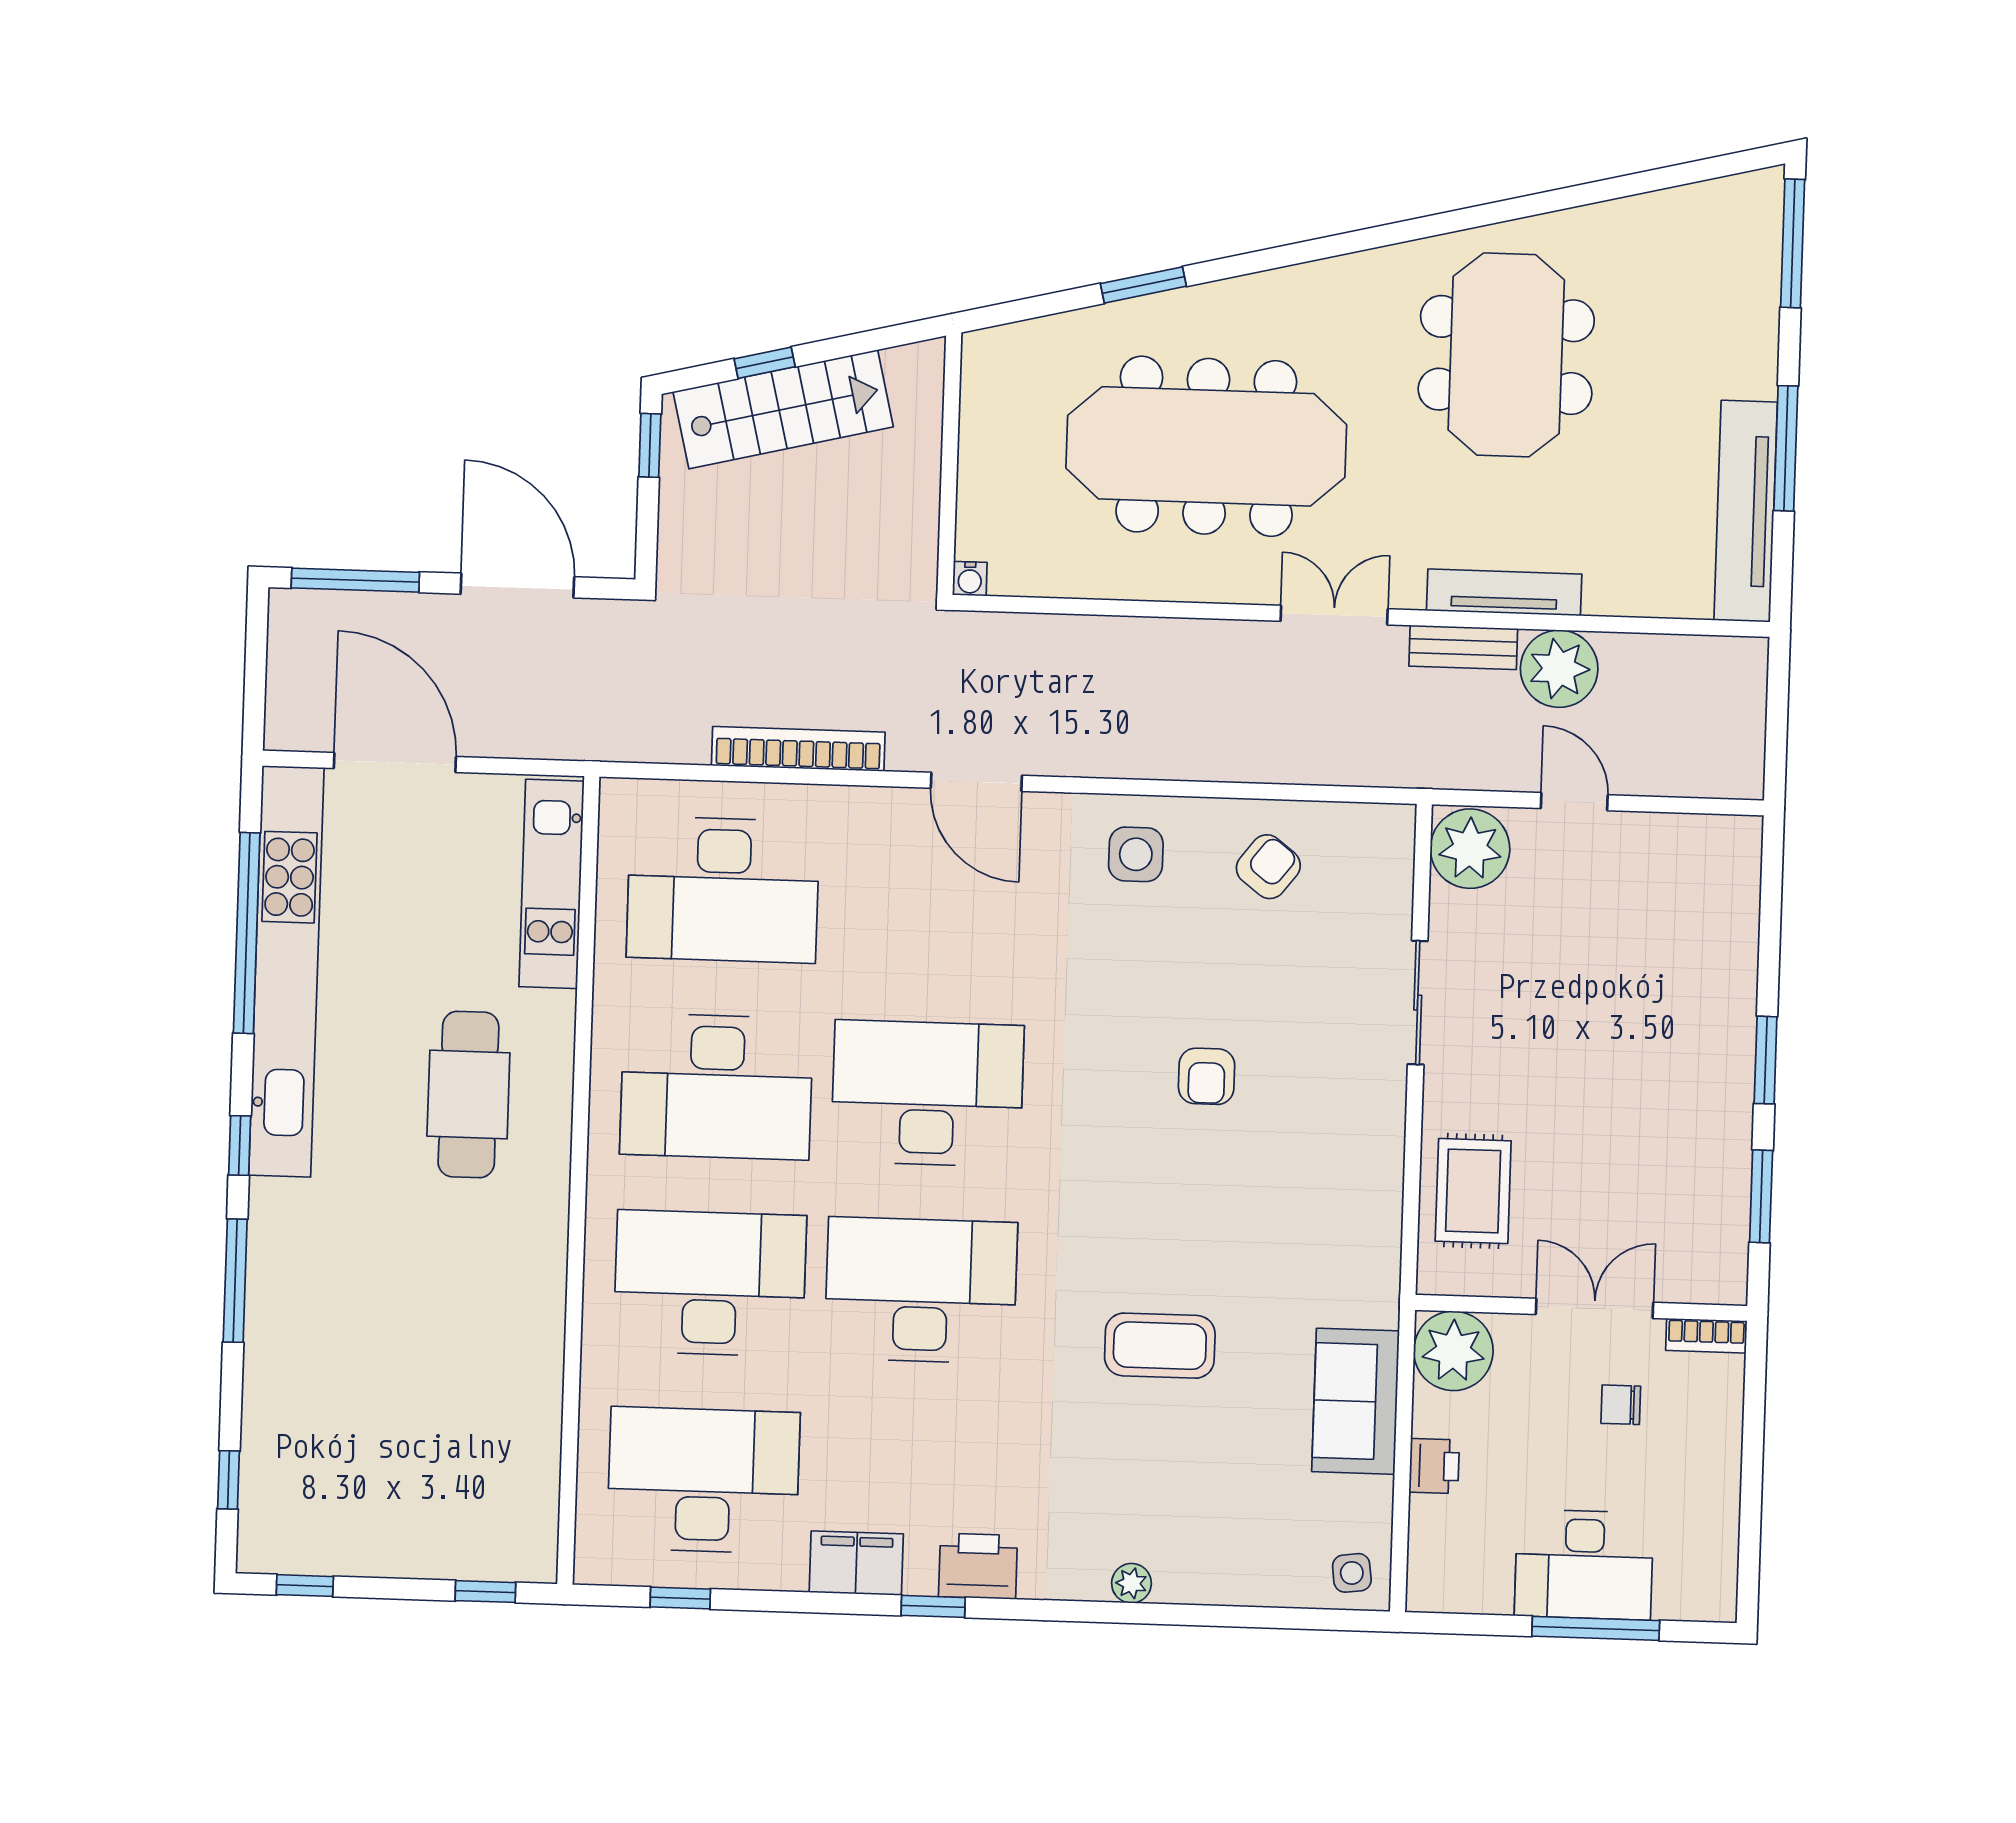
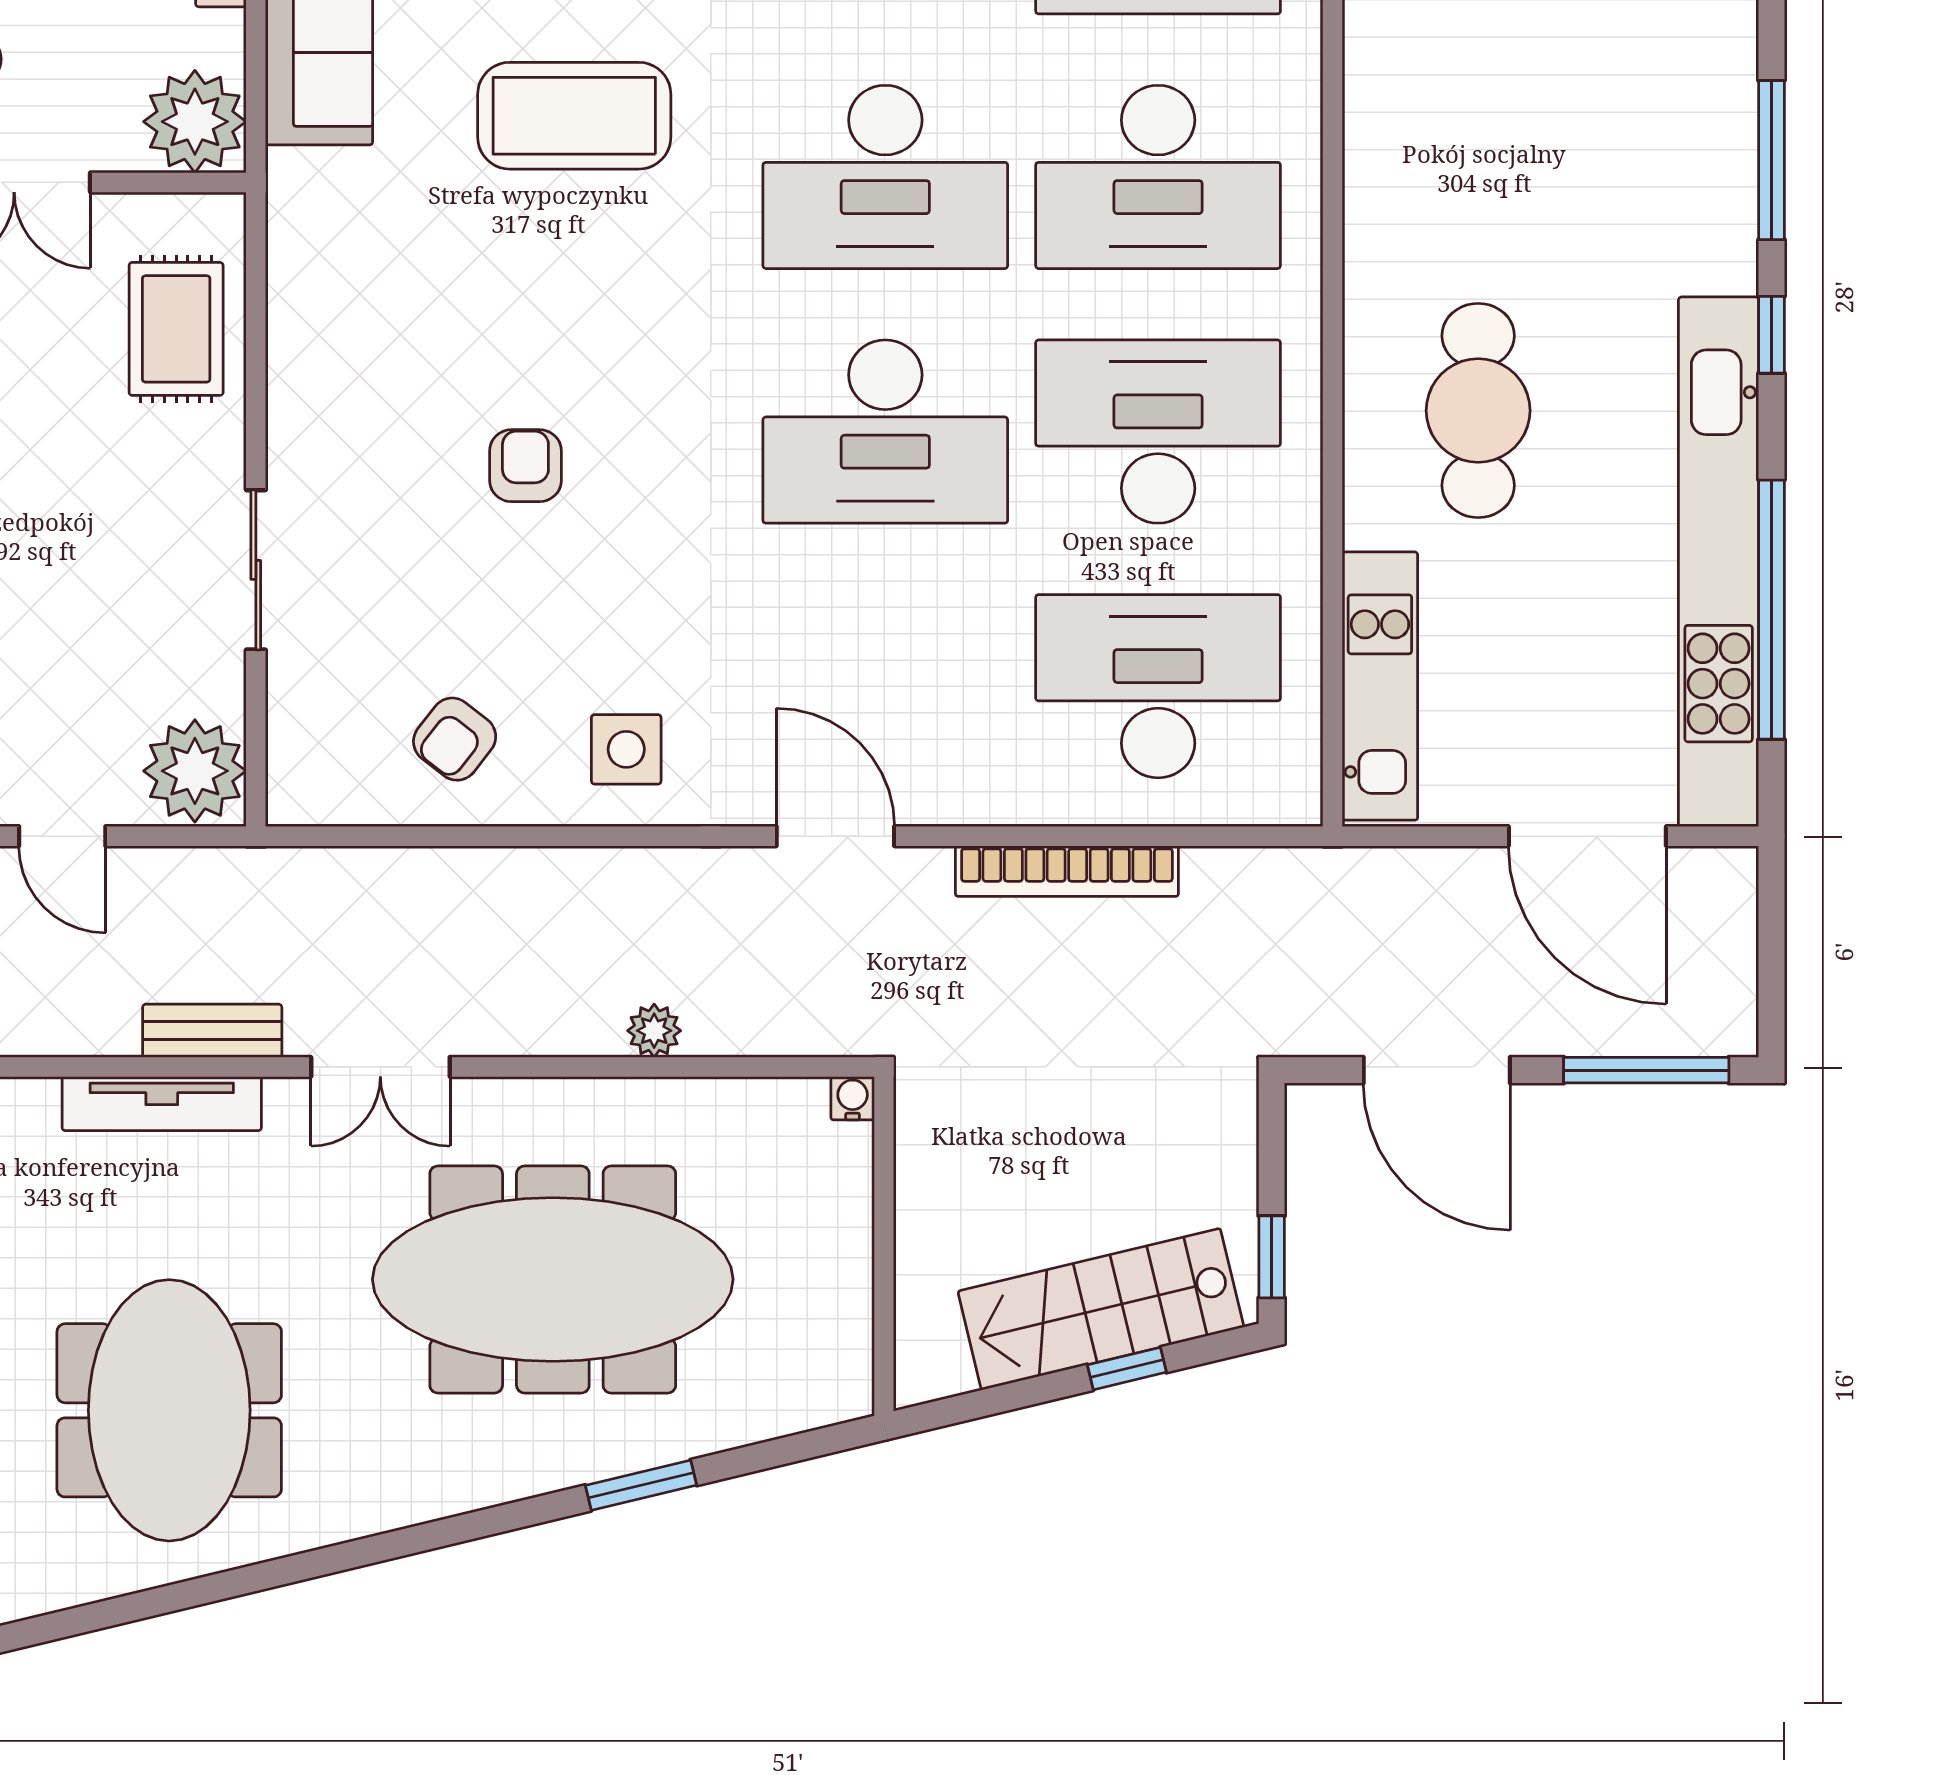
plant: (1559, 669) -> (654, 1031), moved, width x0.53, depth x0.53
coffee table: (1160, 1346) -> (574, 116), width x1.36, depth x1.32

